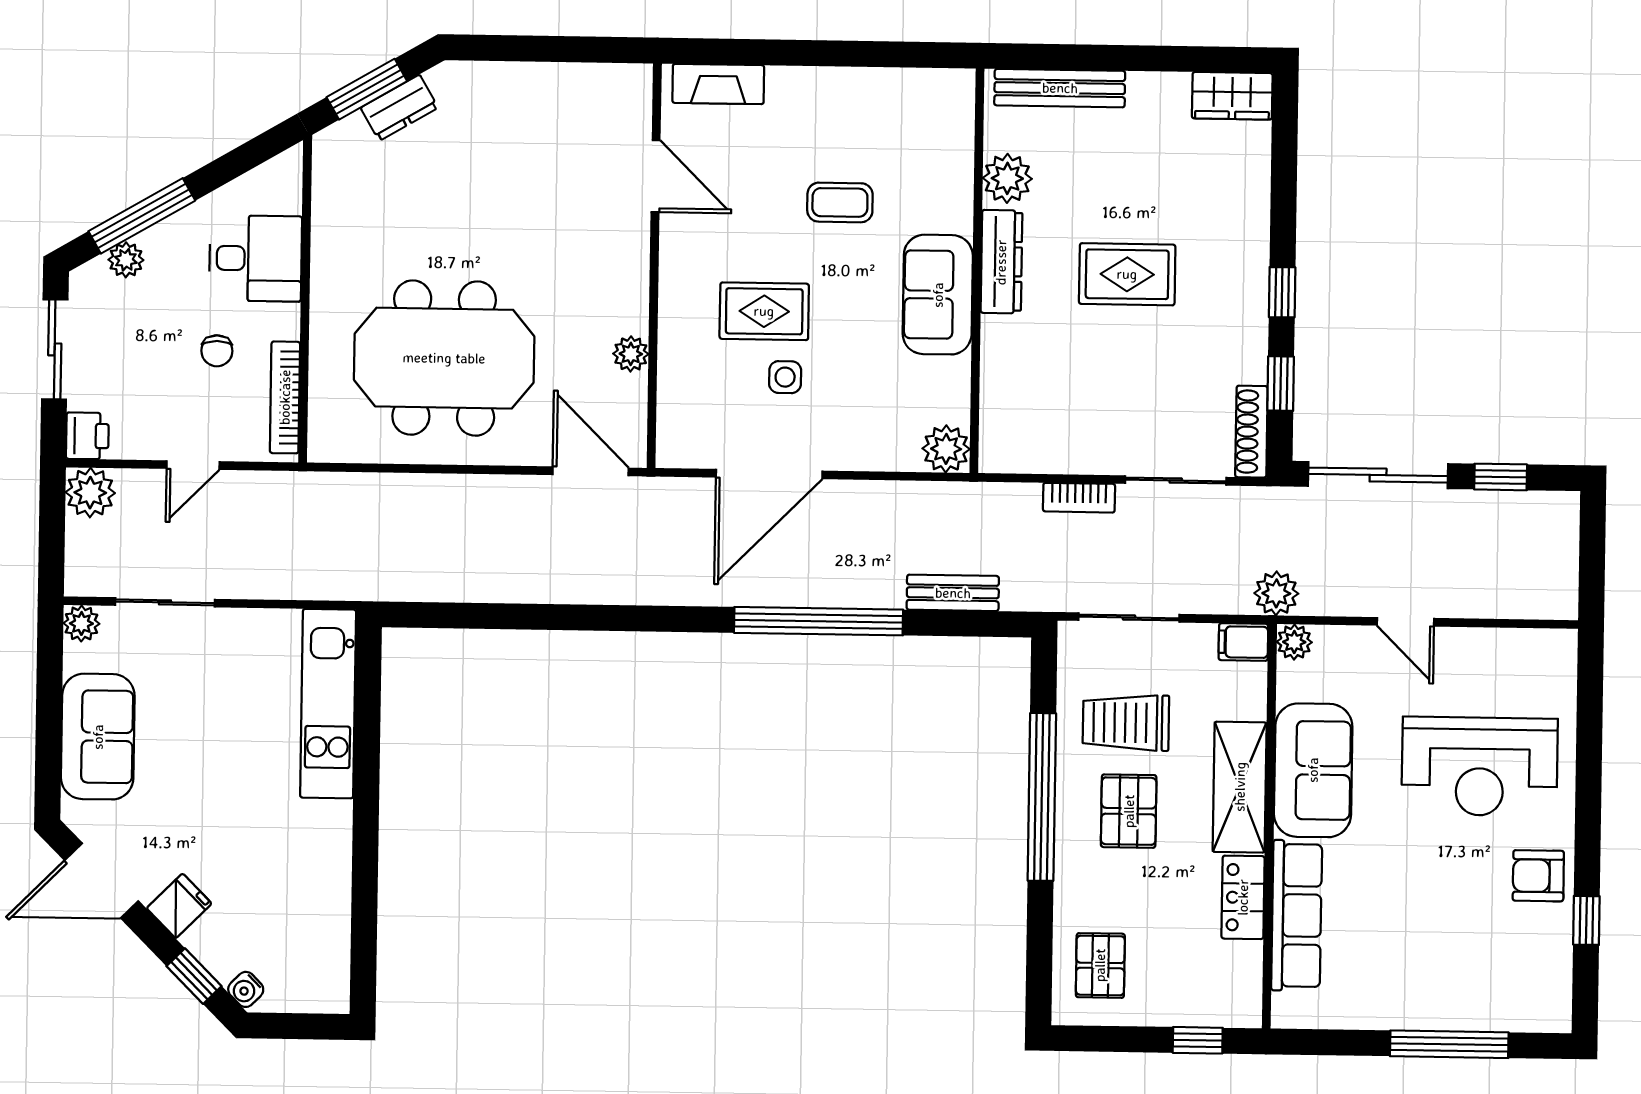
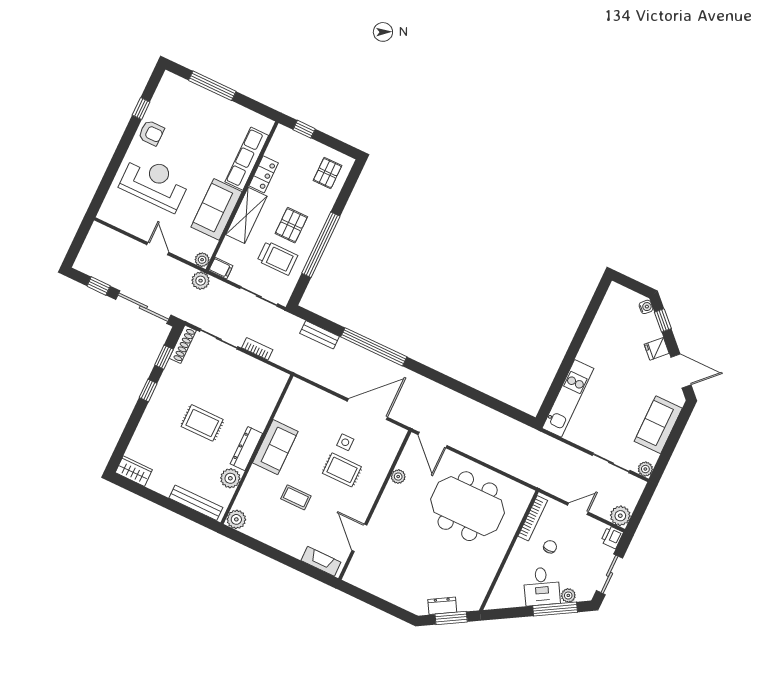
desk: (255, 258) -> (542, 586), moved, turned -120
plant: (946, 449) -> (236, 519), moved

